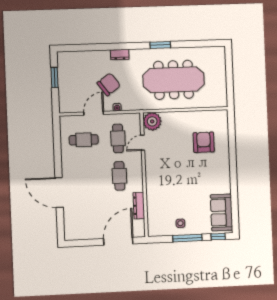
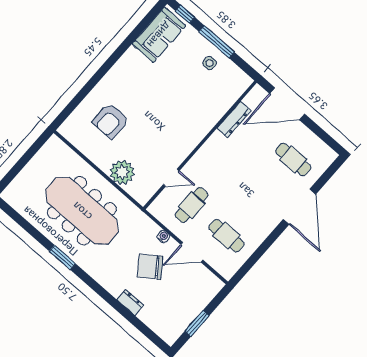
dresser: (120, 55) -> (130, 302), moved
plant: (152, 121) -> (122, 172), moved
cafe table: (119, 176) -> (293, 159), moved, turned 90

